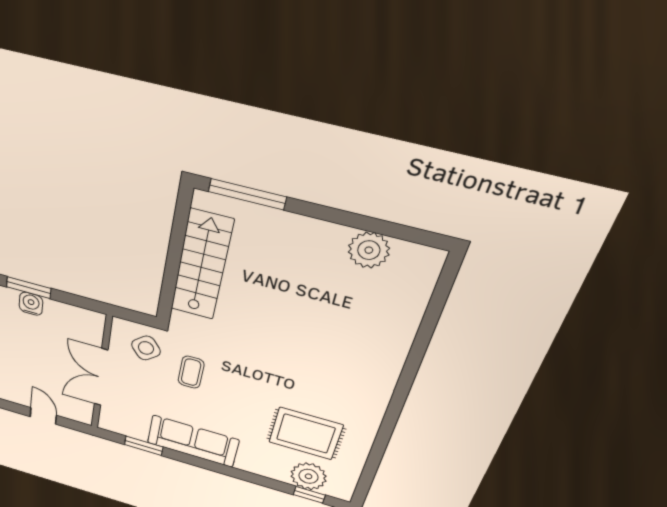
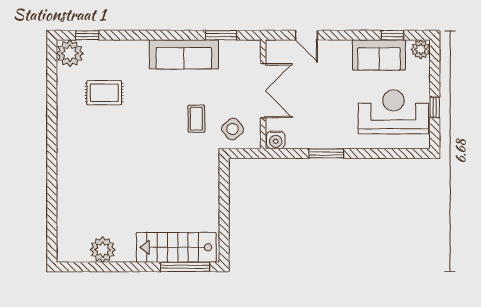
stairs: (202, 265) -> (176, 247), moved, turned 90
water cooler: (31, 304) -> (276, 140), moved
rug: (306, 434) -> (104, 93), width x0.73, depth x0.70
plant: (309, 476) -> (70, 53), moved

